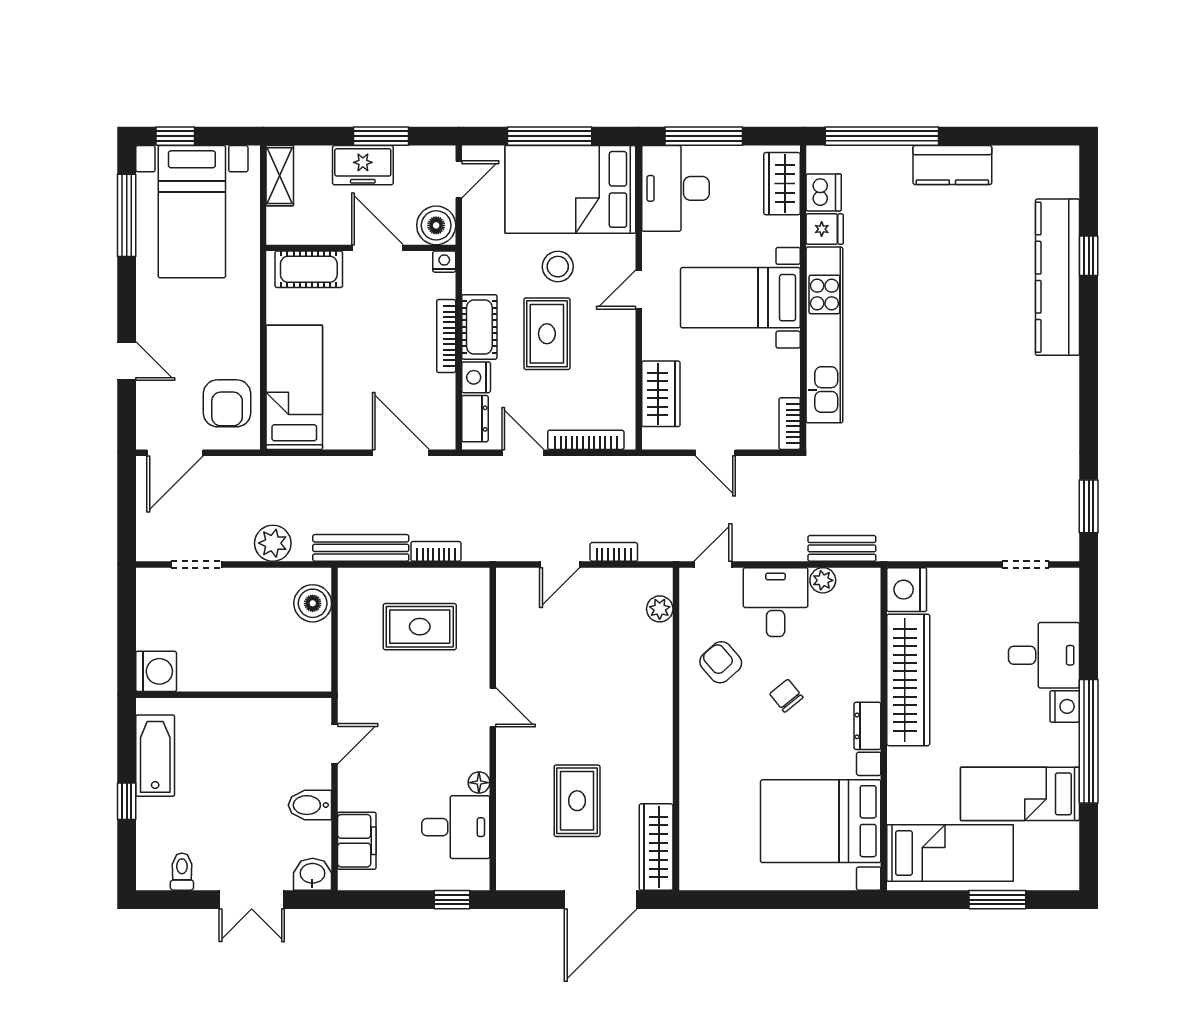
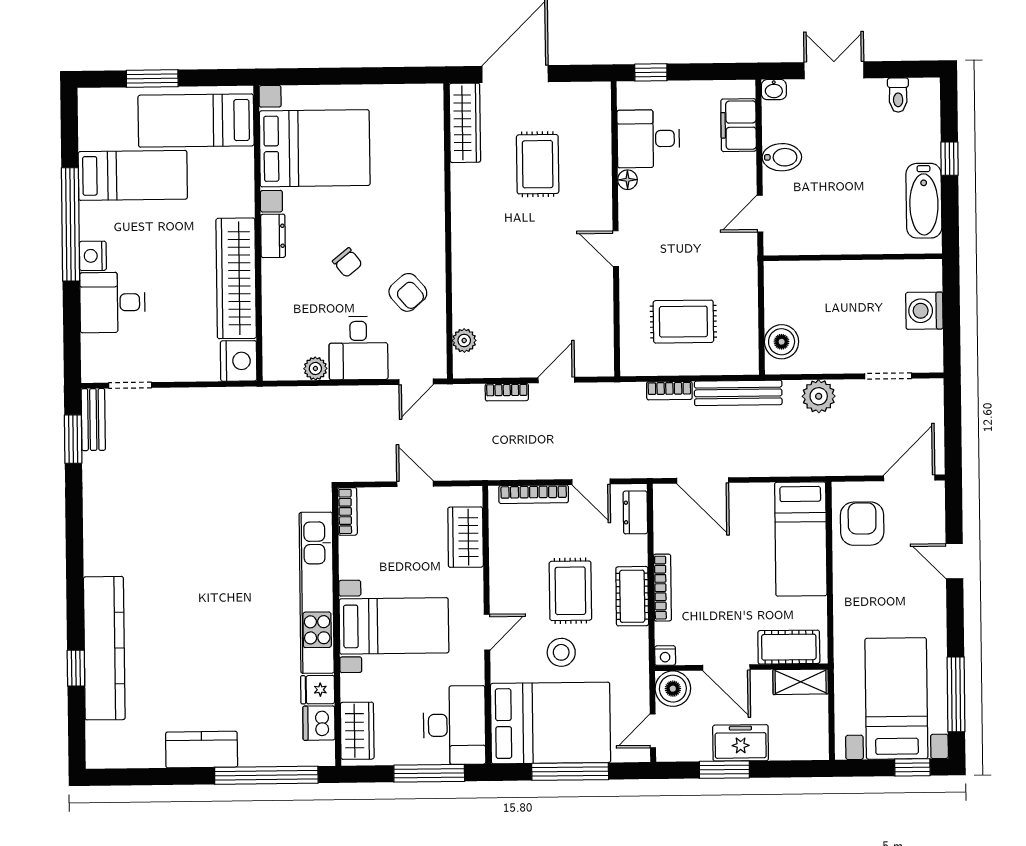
shelving: (280, 176) -> (801, 682), moved, turned 90
nightstand: (476, 377) -> (635, 550), removed
bench: (842, 548) -> (93, 420), moved, turned 90
washing machine: (156, 671) -> (924, 311), moved
washbasin: (312, 874) -> (774, 90), width x0.72, depth x0.69

